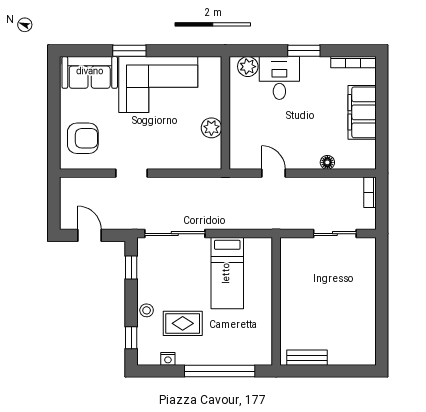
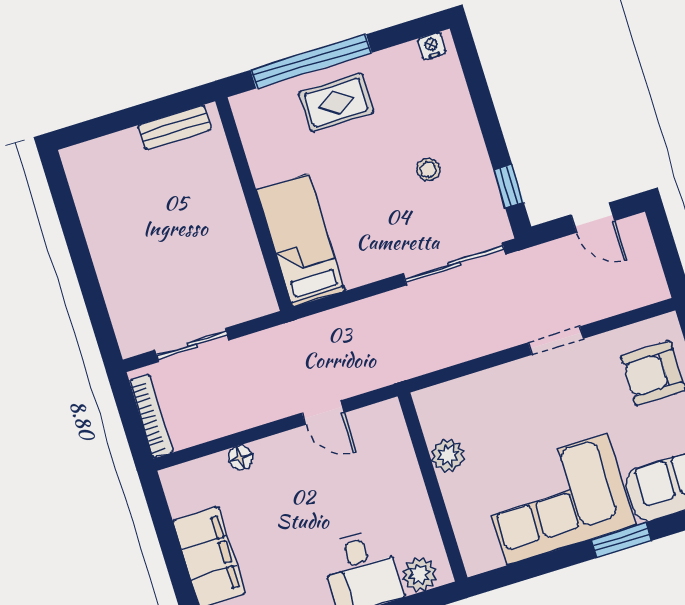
bookcase: (370, 192) -> (151, 416), width x1.56
bed: (227, 273) -> (301, 240), moved
stool: (147, 310) -> (428, 169), moved
rug: (183, 323) -> (336, 102), moved
window: (131, 338) -> (473, 71), removed
nightstand: (168, 359) -> (432, 46), moved

